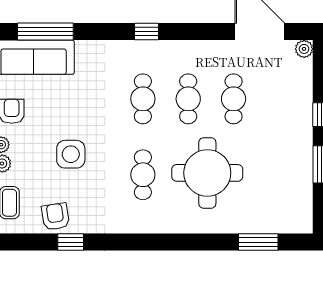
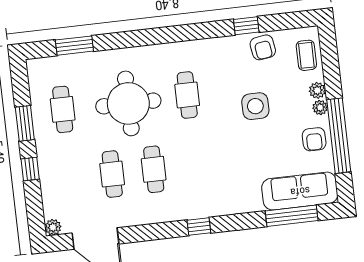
cafe table: (143, 99) -> (63, 109), moved

